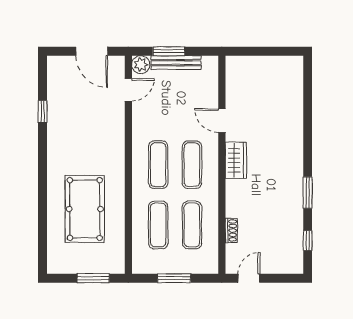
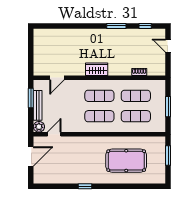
window: (169, 51) -> (31, 98), moved
door: (128, 90) -> (54, 134), hinge flipped
window: (43, 112) -> (85, 186), moved
door: (222, 121) -> (57, 78), moved
door: (249, 278) -> (168, 46), moved

